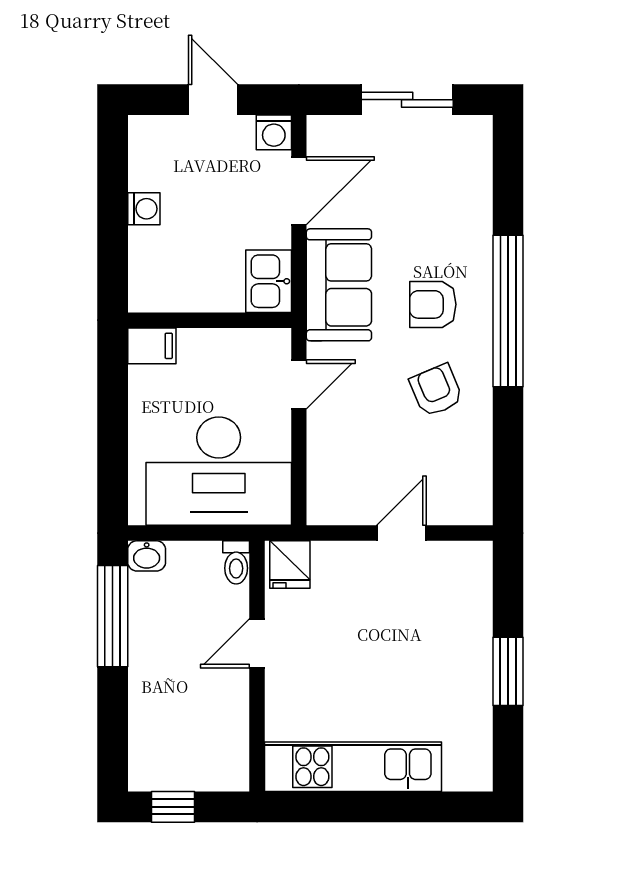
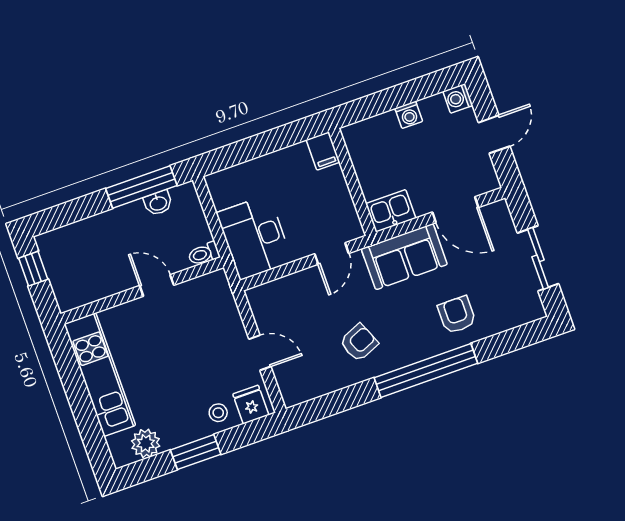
washing machine: (274, 132) -> (458, 98), moved
armchair: (433, 304) -> (457, 315), moved
door: (299, 384) -> (332, 254), hinge flipped
desk: (219, 471) -> (254, 237), width x0.73, depth x0.77
washbasin: (147, 556) -> (158, 203), moved, turned -90
fridge: (290, 564) -> (251, 405), moved, turned 90
stool: (464, 621) -> (218, 413), added
plant: (471, 737) -> (146, 443), added

